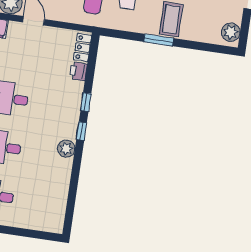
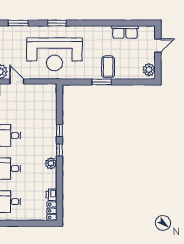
locker: (83, 48) -> (52, 211), moved
printer: (78, 71) -> (51, 195), moved

